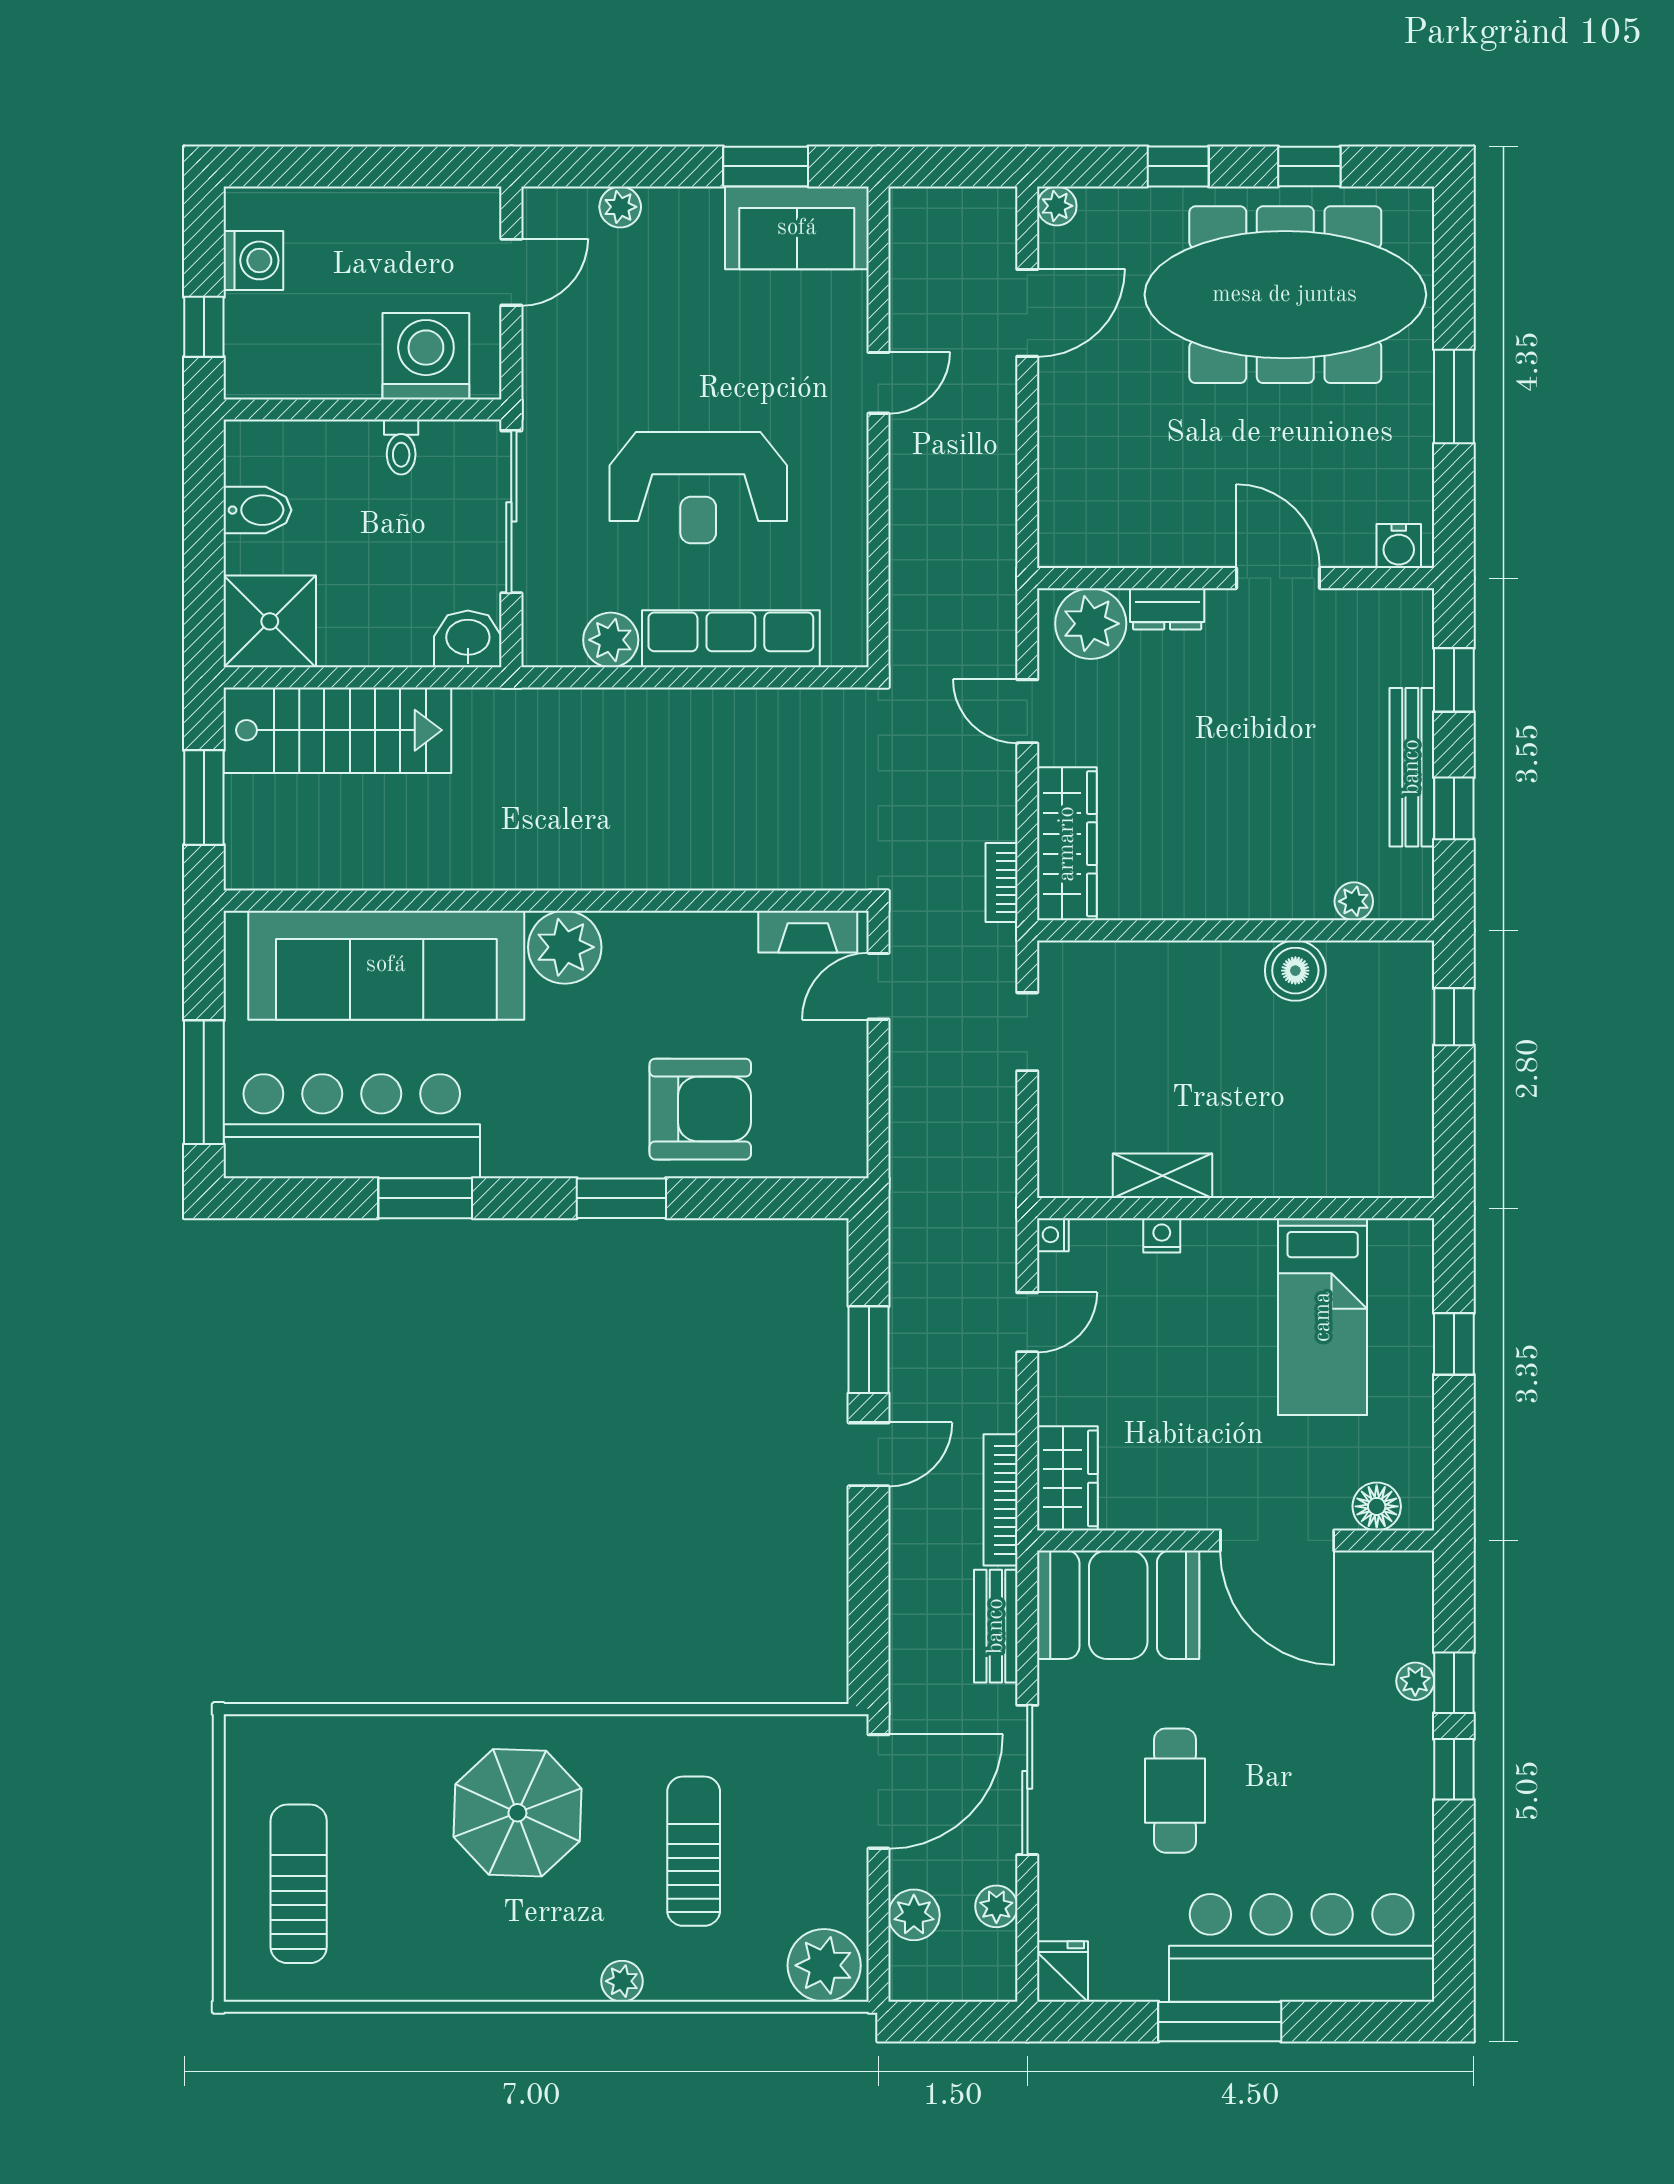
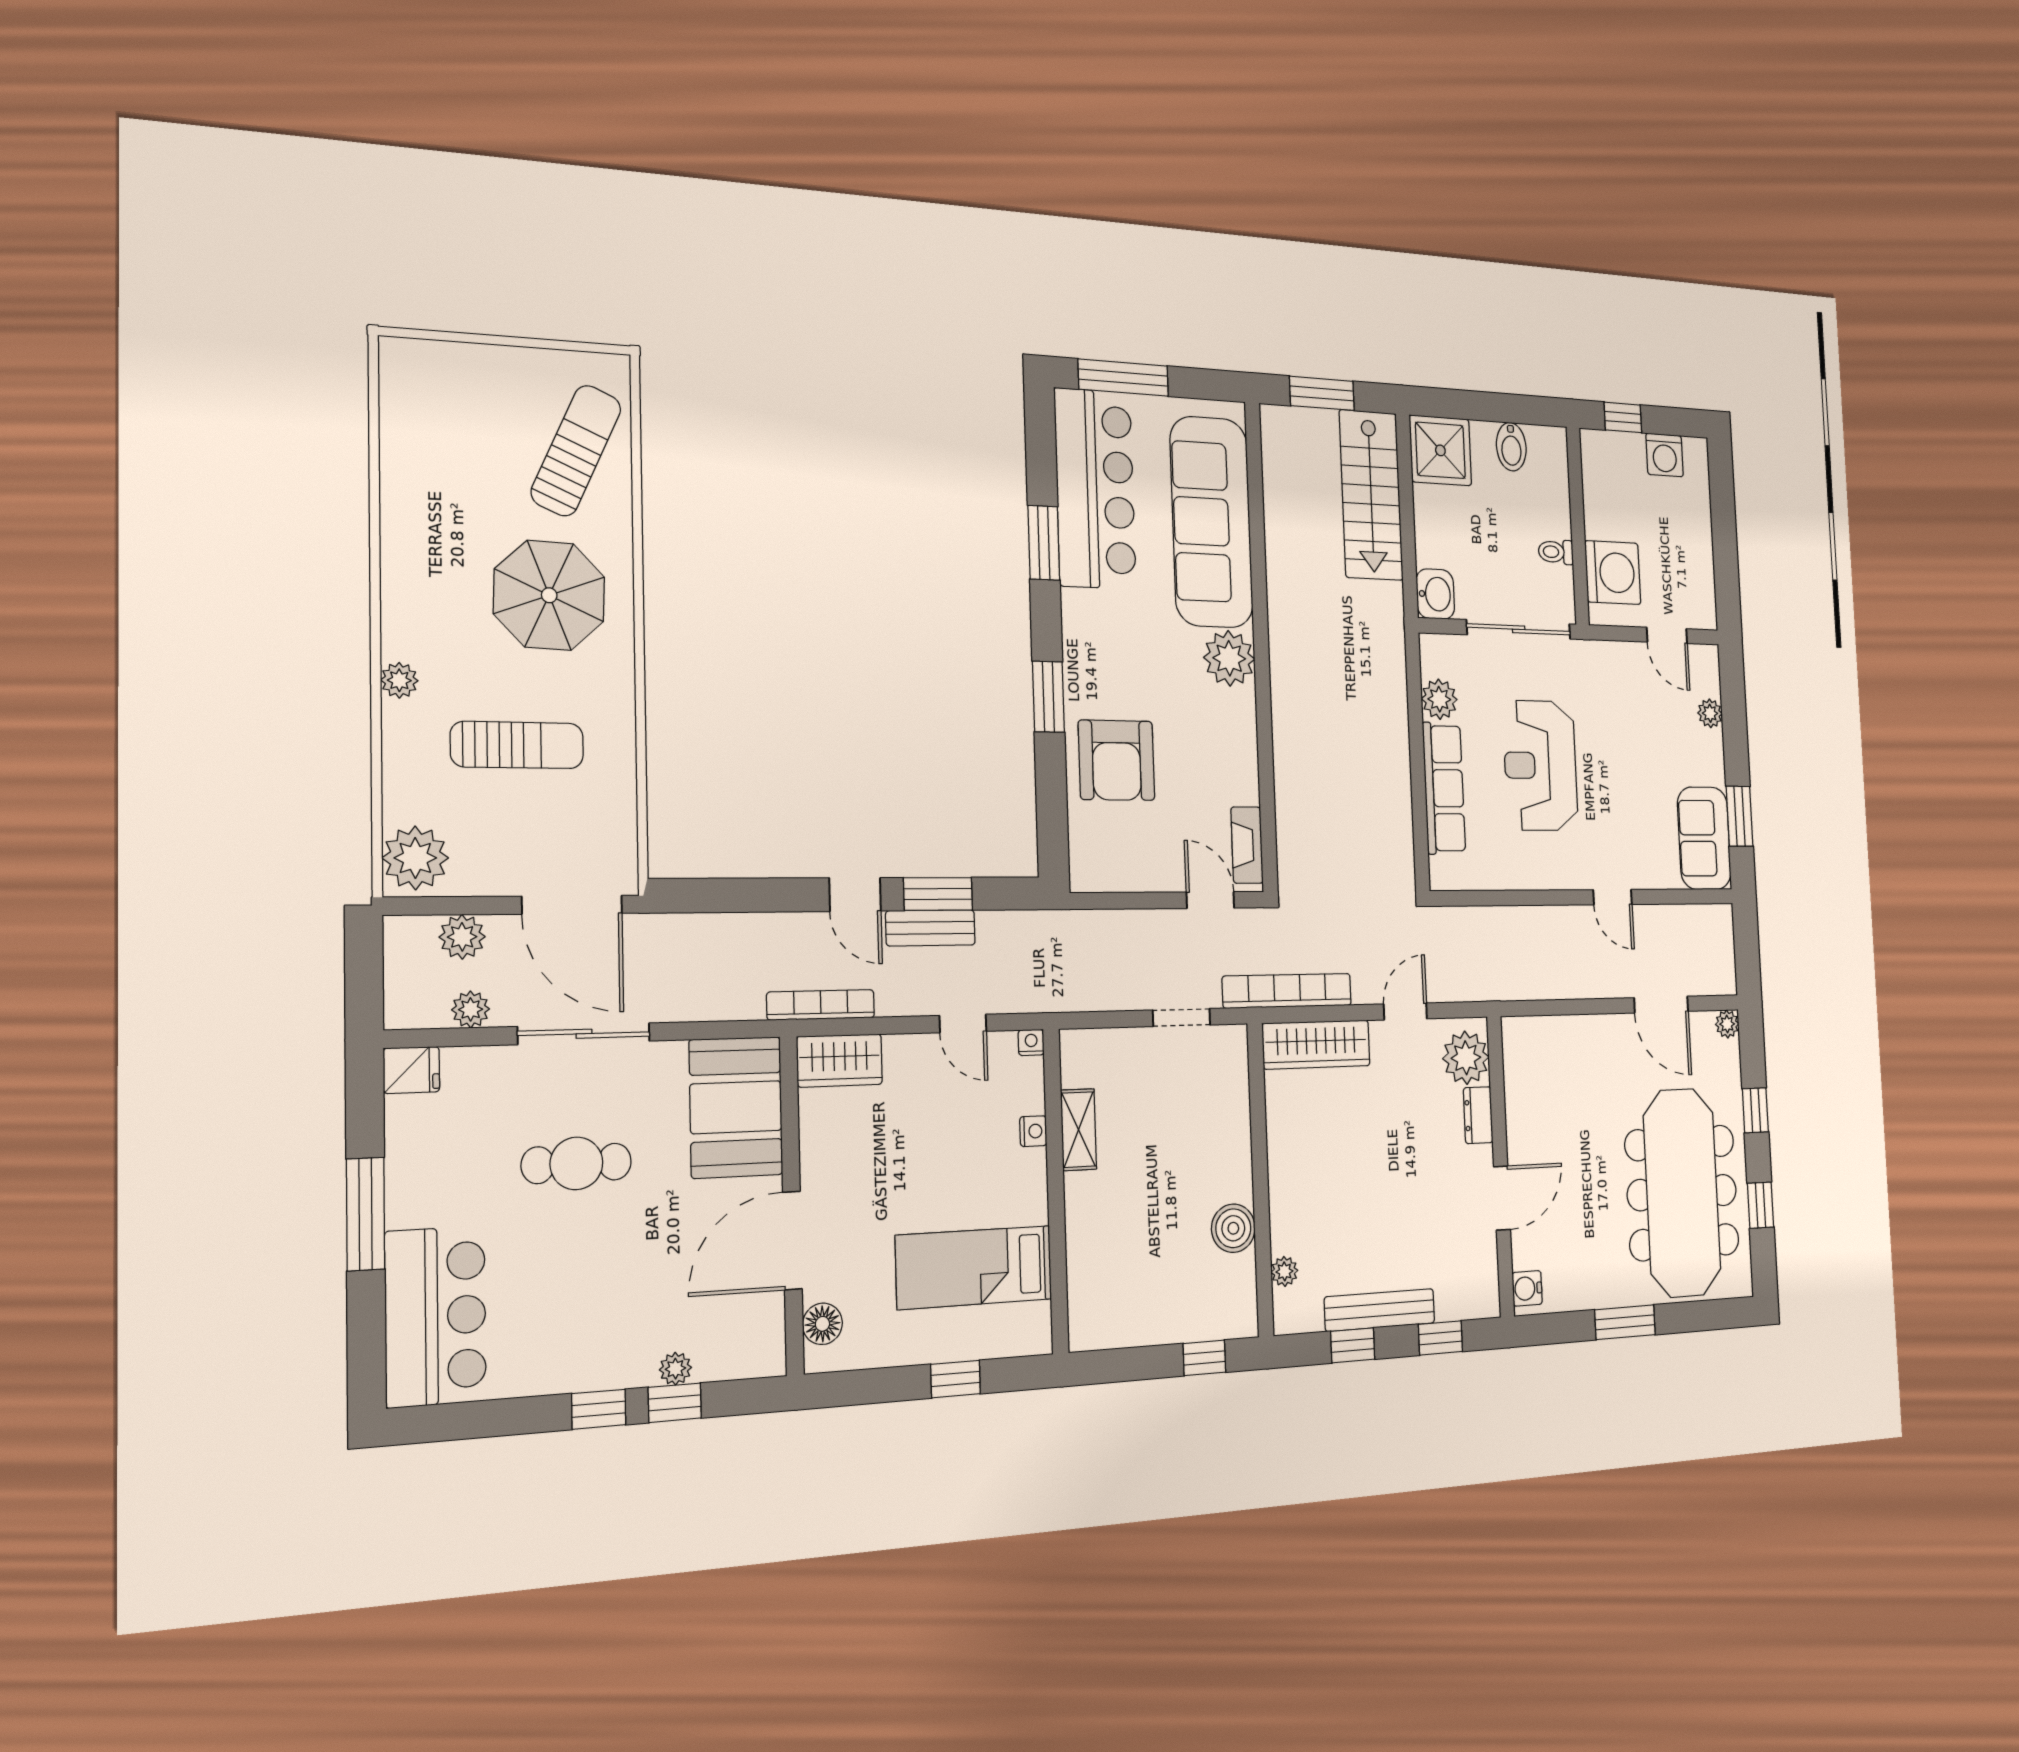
bookcase: (1002, 882) -> (1287, 991), width x2.31, depth x1.31
bench: (996, 1626) -> (931, 928), moved
sun lounger: (299, 1884) -> (576, 450), moved, turned -66
bar counter: (1302, 1948) -> (436, 1316), width x0.73

